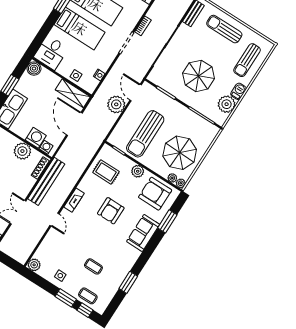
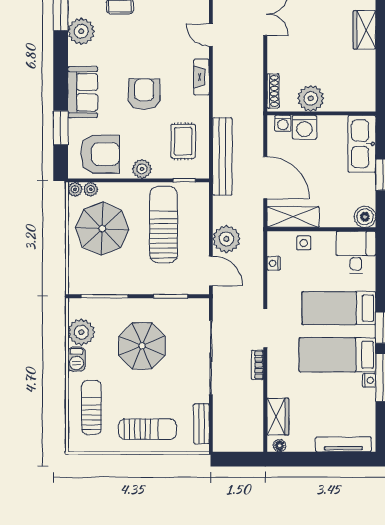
rug: (106, 172) -> (183, 141), turned 90
bench: (46, 181) -> (222, 156), moved
plant: (123, 266) -> (81, 31), added

